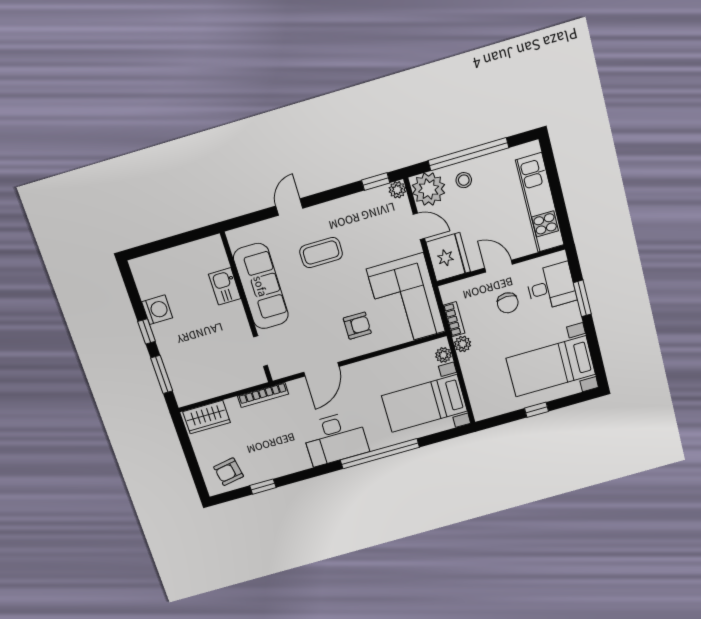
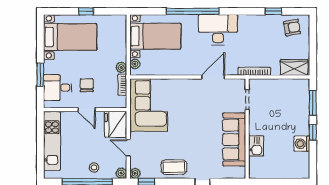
plant: (429, 189) -> (121, 173), width x0.53, depth x0.53
coffee table: (321, 253) -> (174, 167), moved
armchair: (357, 326) -> (183, 98), removed

